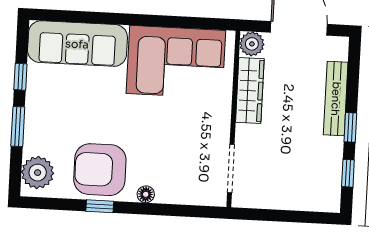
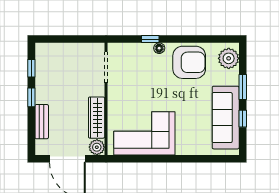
sofa: (77, 44) -> (226, 118), moved, turned -90
bench: (336, 99) -> (42, 122), width x0.73
window: (100, 206) -> (150, 39), moved

